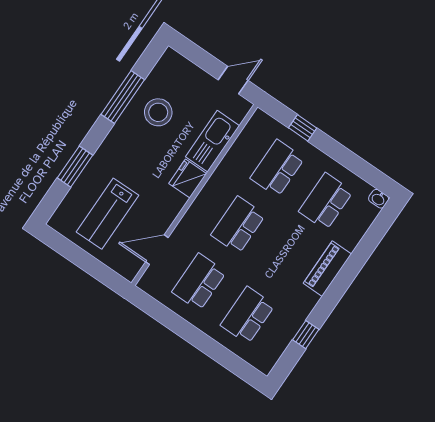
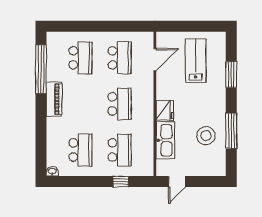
piano: (327, 269) -> (54, 99), moved
window: (306, 335) -> (41, 69), width x3.17

